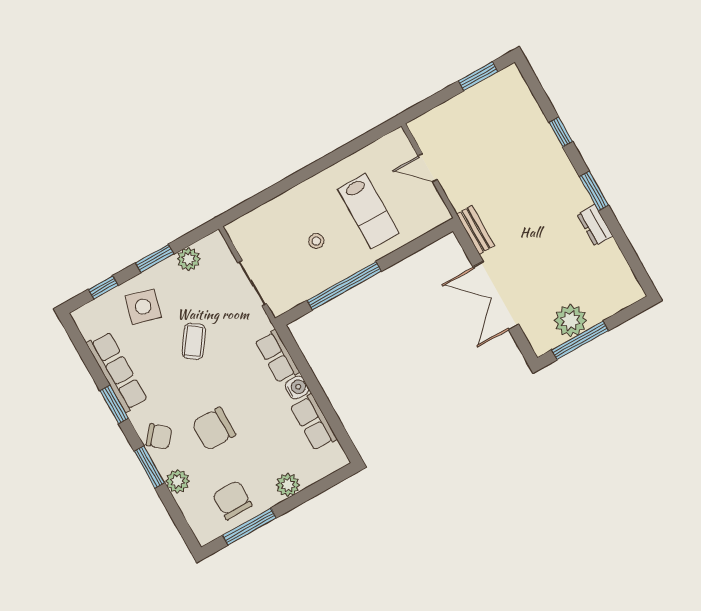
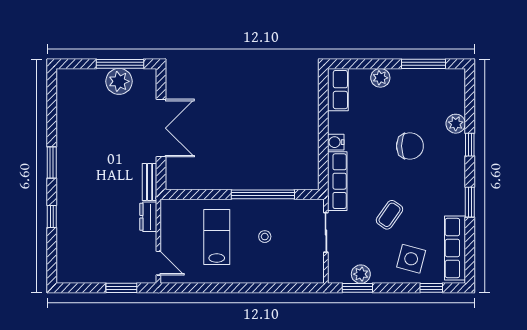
window: (478, 76) -> (121, 288), moved
door: (428, 168) -> (158, 263), moved
dresser: (595, 225) -> (148, 217), moved, turned 180
window: (155, 258) -> (357, 288), moved
row of seats: (277, 356) -> (337, 181), width x1.48
row of seats: (117, 372) -> (455, 248), moved
row of seats: (313, 422) -> (338, 90), moved
chair: (159, 437) -> (451, 162), removed
window: (149, 467) -> (470, 145), width x0.67
chair: (232, 500) -> (425, 89), removed

